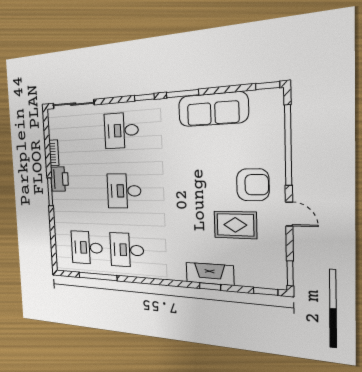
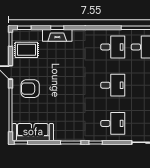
sofa: (213, 109) -> (33, 132), moved
rug: (235, 225) -> (26, 50), moved

